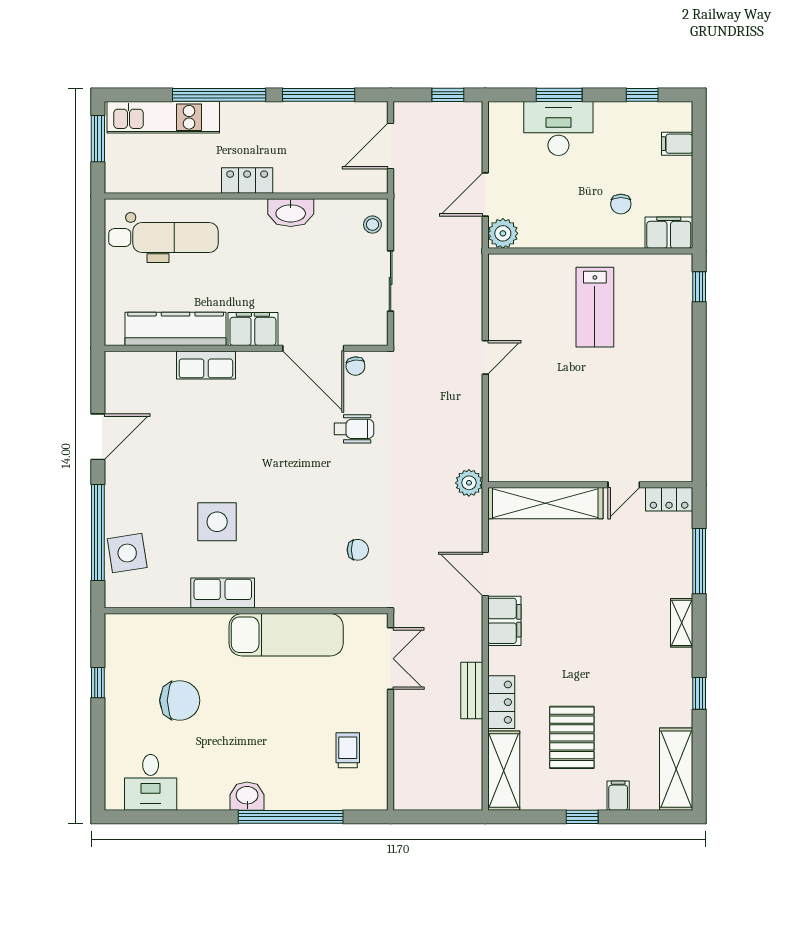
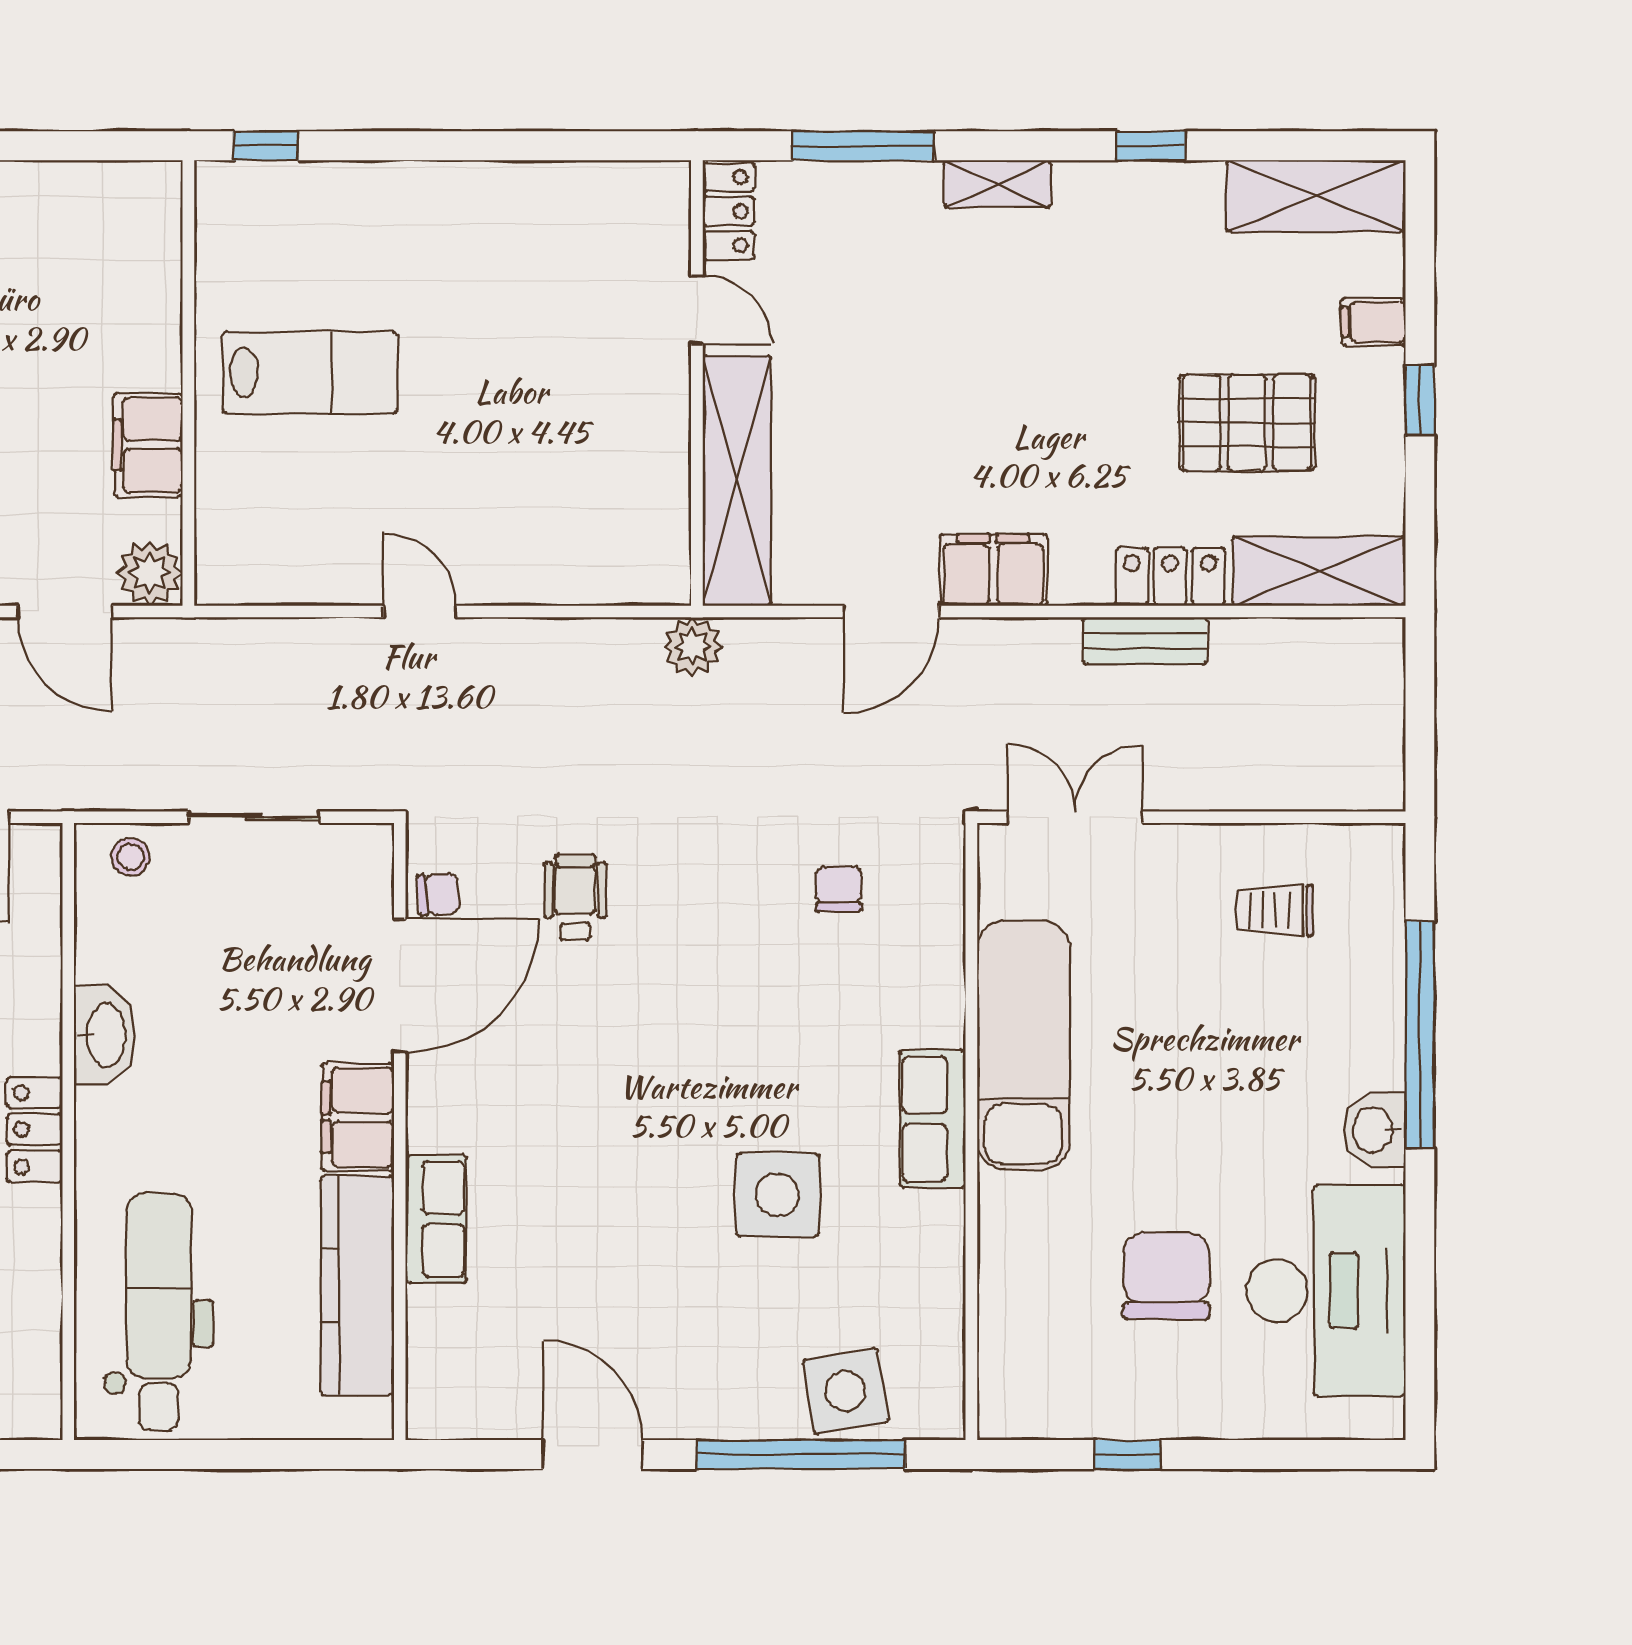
chair: (621, 204) -> (86, 316), removed
filing cabinet: (669, 233) -> (148, 445), moved
row of seats: (223, 593) -> (933, 1119), moved
desk: (151, 782) -> (1326, 1291), width x1.87, depth x1.30

